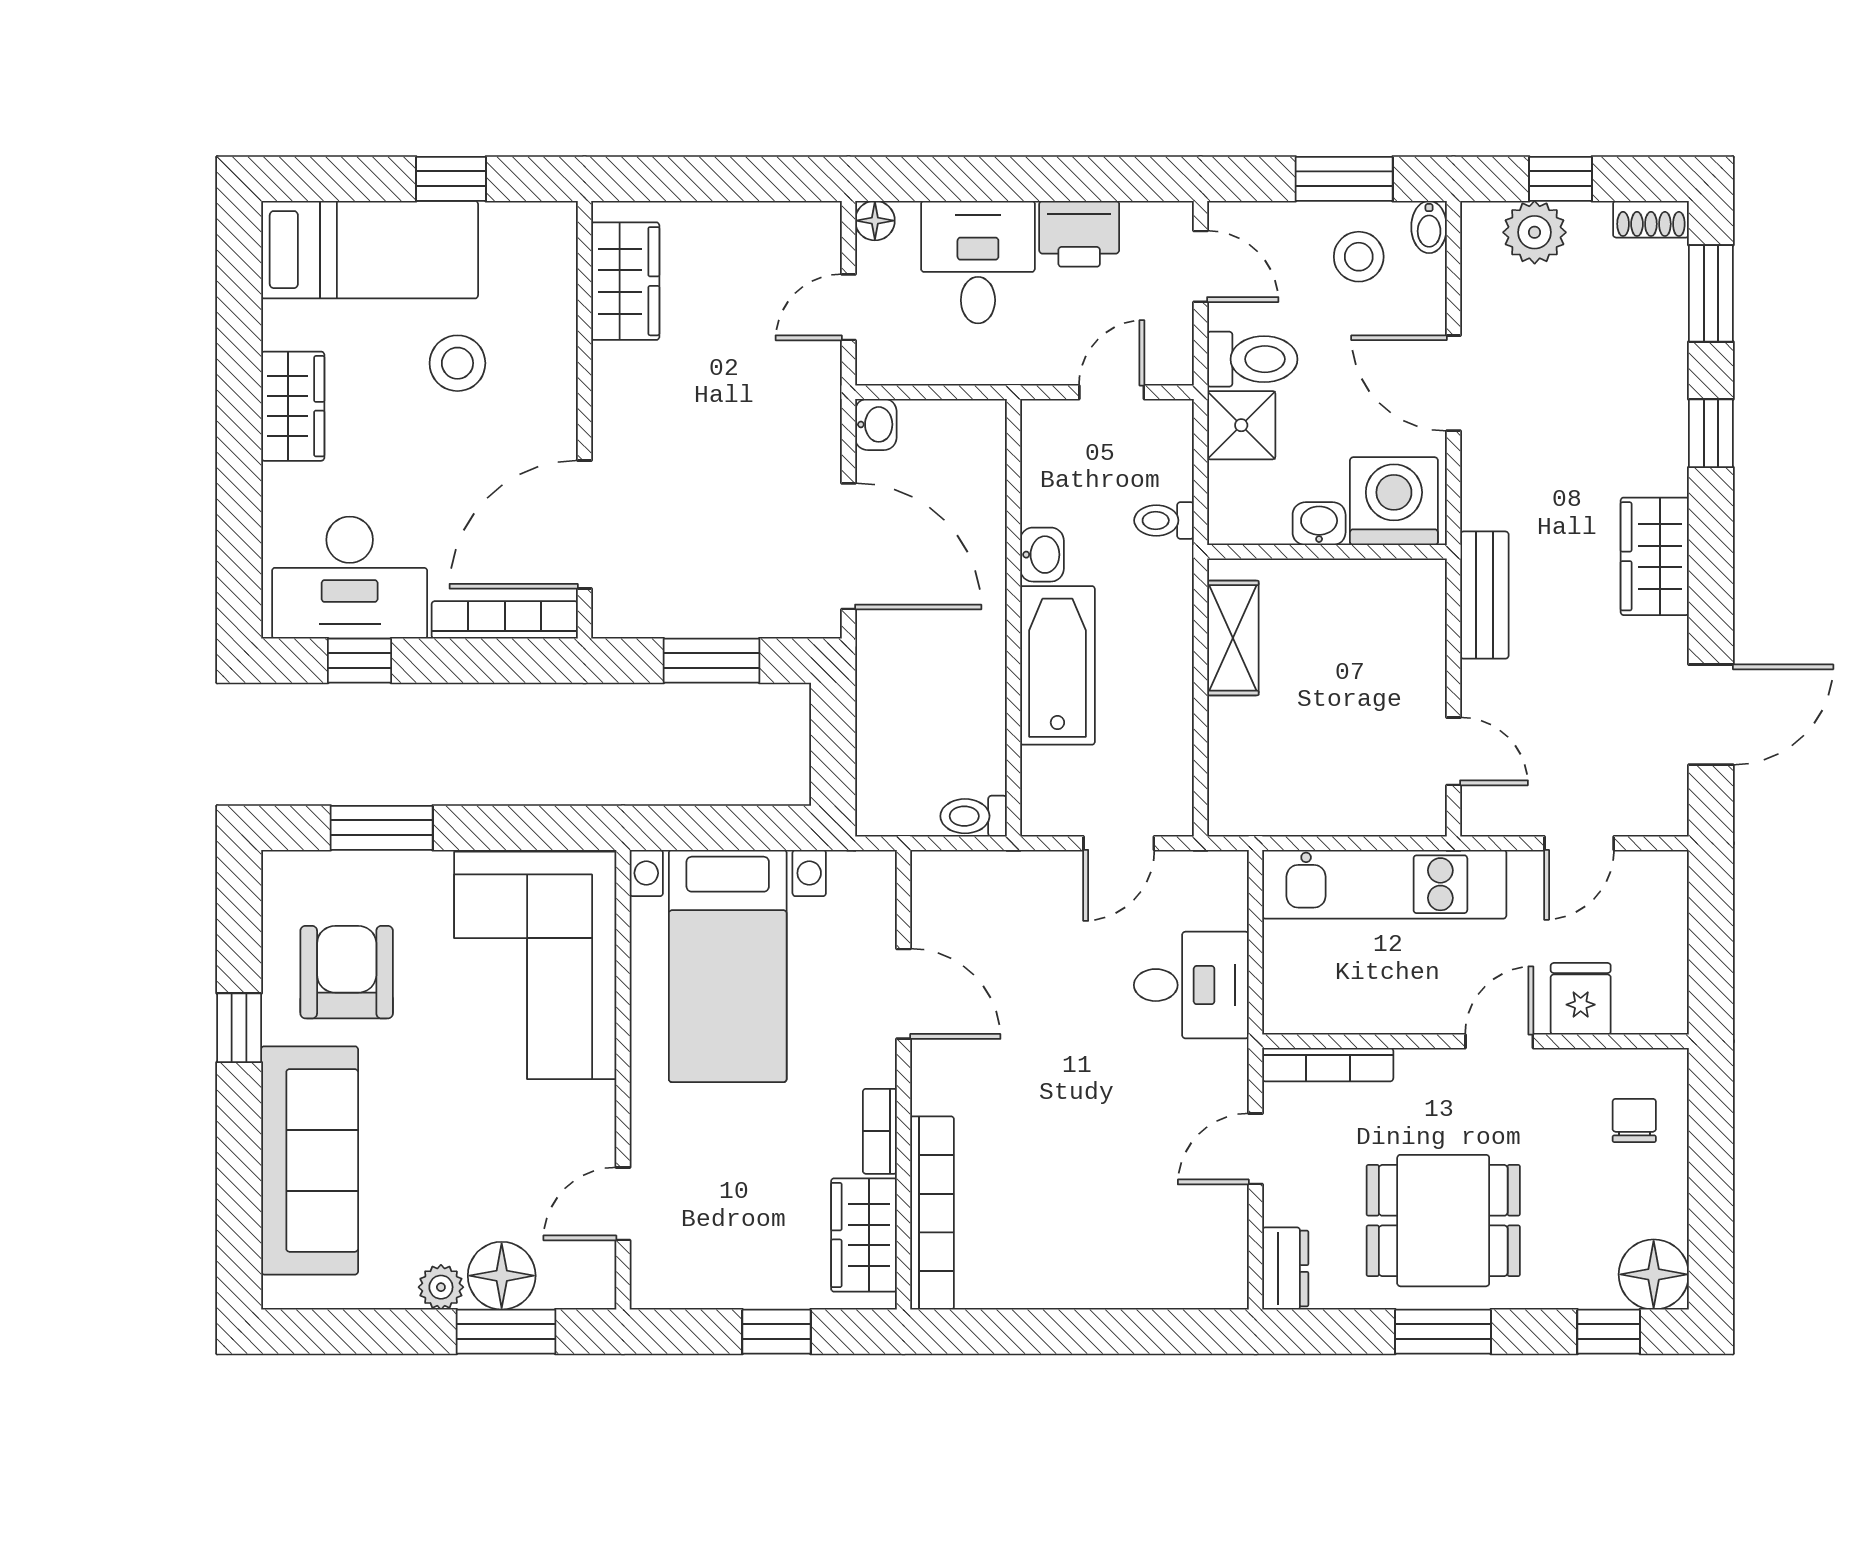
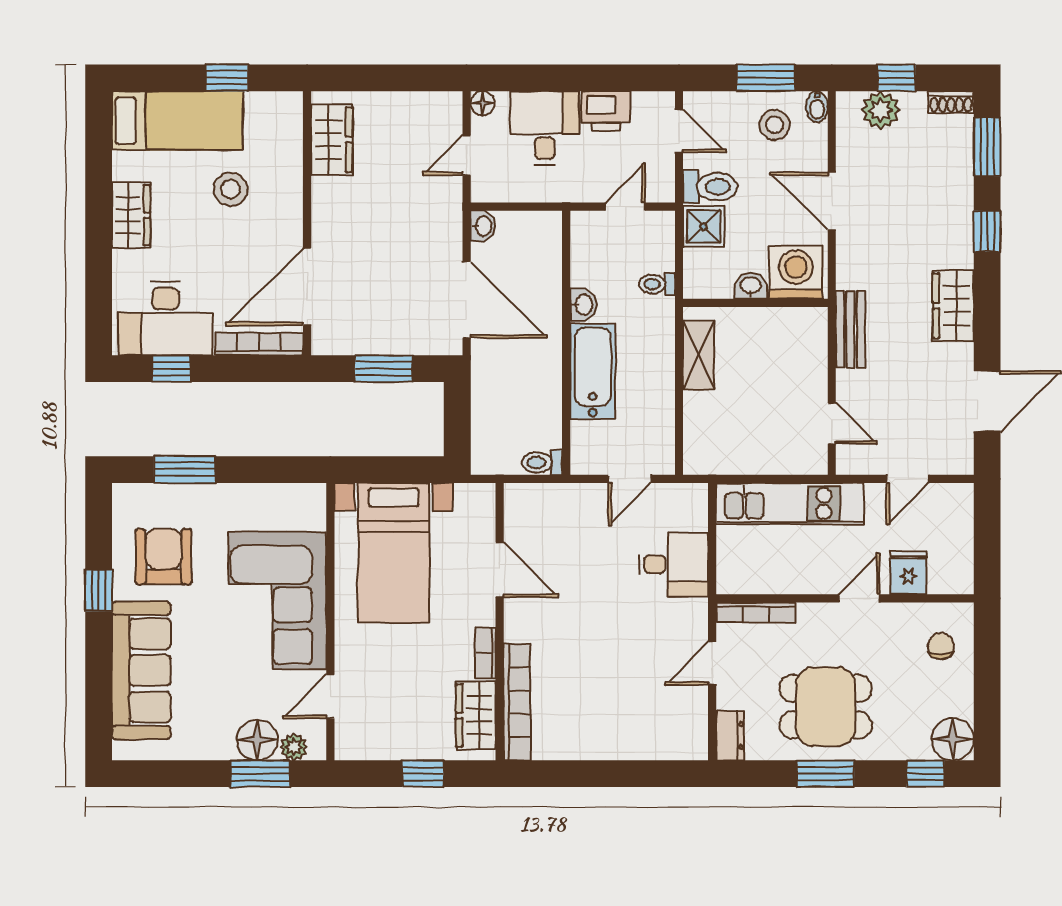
corner sofa: (535, 965) -> (277, 600), moved
plant: (441, 1287) -> (294, 747), moved

